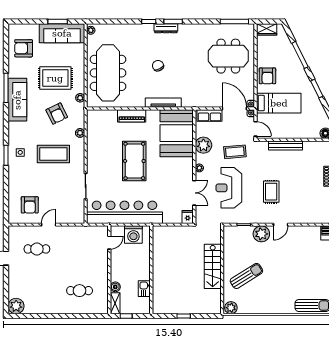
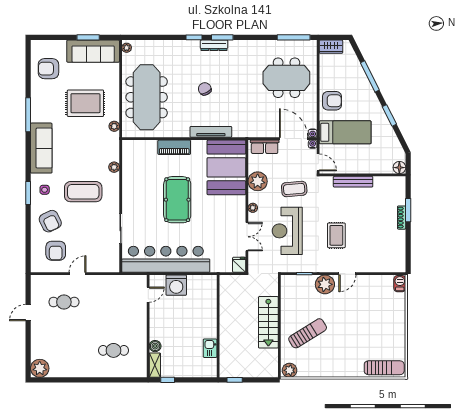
armchair: (267, 76) -> (332, 101), turned -90
sofa: (17, 100) -> (41, 148), moved
armchair: (57, 114) -> (50, 221), moved
wall: (151, 270) -> (218, 326), moved
kitchen sink: (144, 289) -> (210, 348), moved

